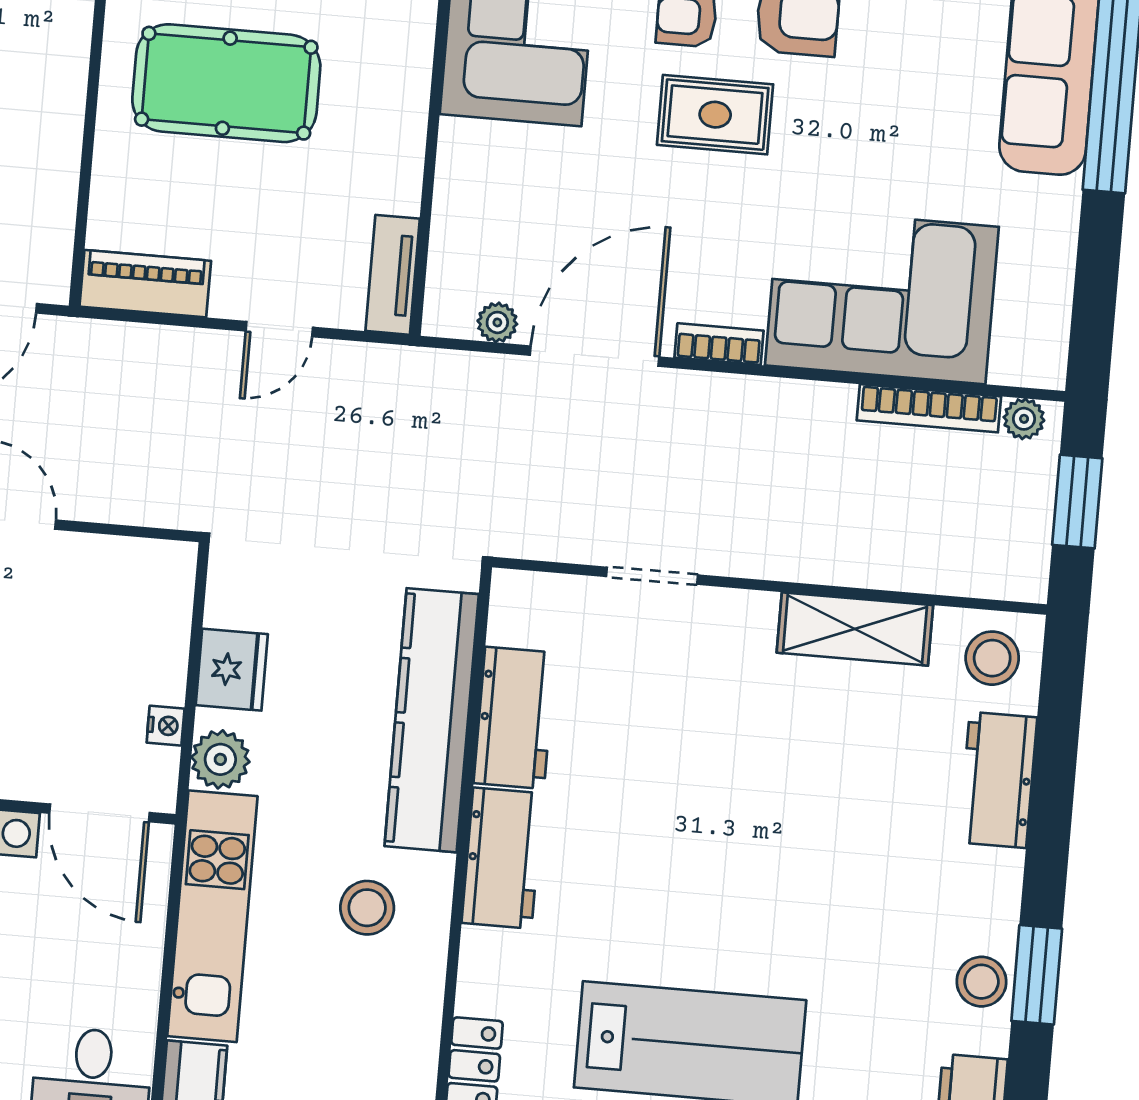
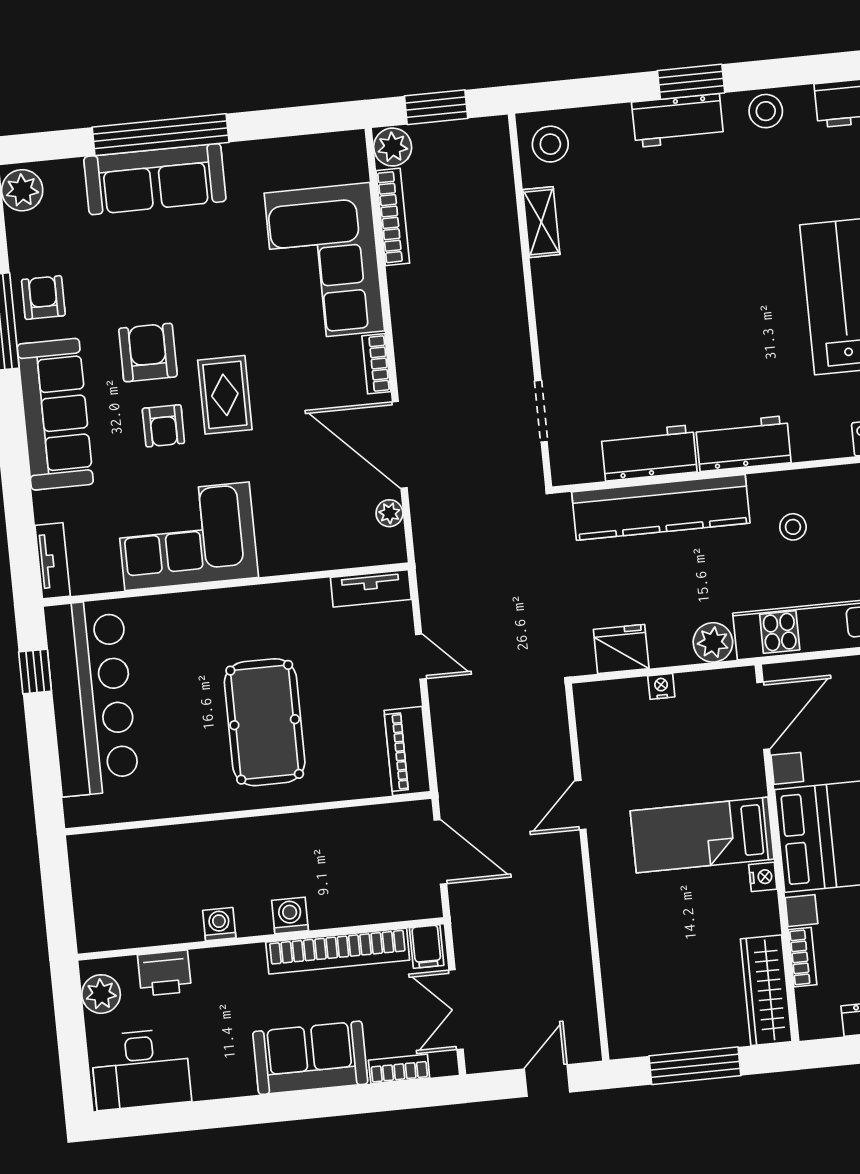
plant: (1024, 419) -> (393, 147), width x1.38, depth x1.38
doorway: (652, 576) -> (541, 411), moved
shelving: (855, 629) -> (541, 222), width x0.67, depth x0.75
fridge: (232, 670) -> (621, 649), moved
nightstand: (166, 726) -> (661, 686), moved
workbench: (998, 780) -> (678, 120), moved
stool: (367, 908) -> (793, 527), width x0.73, depth x0.73
window: (1037, 975) -> (691, 82), moved

